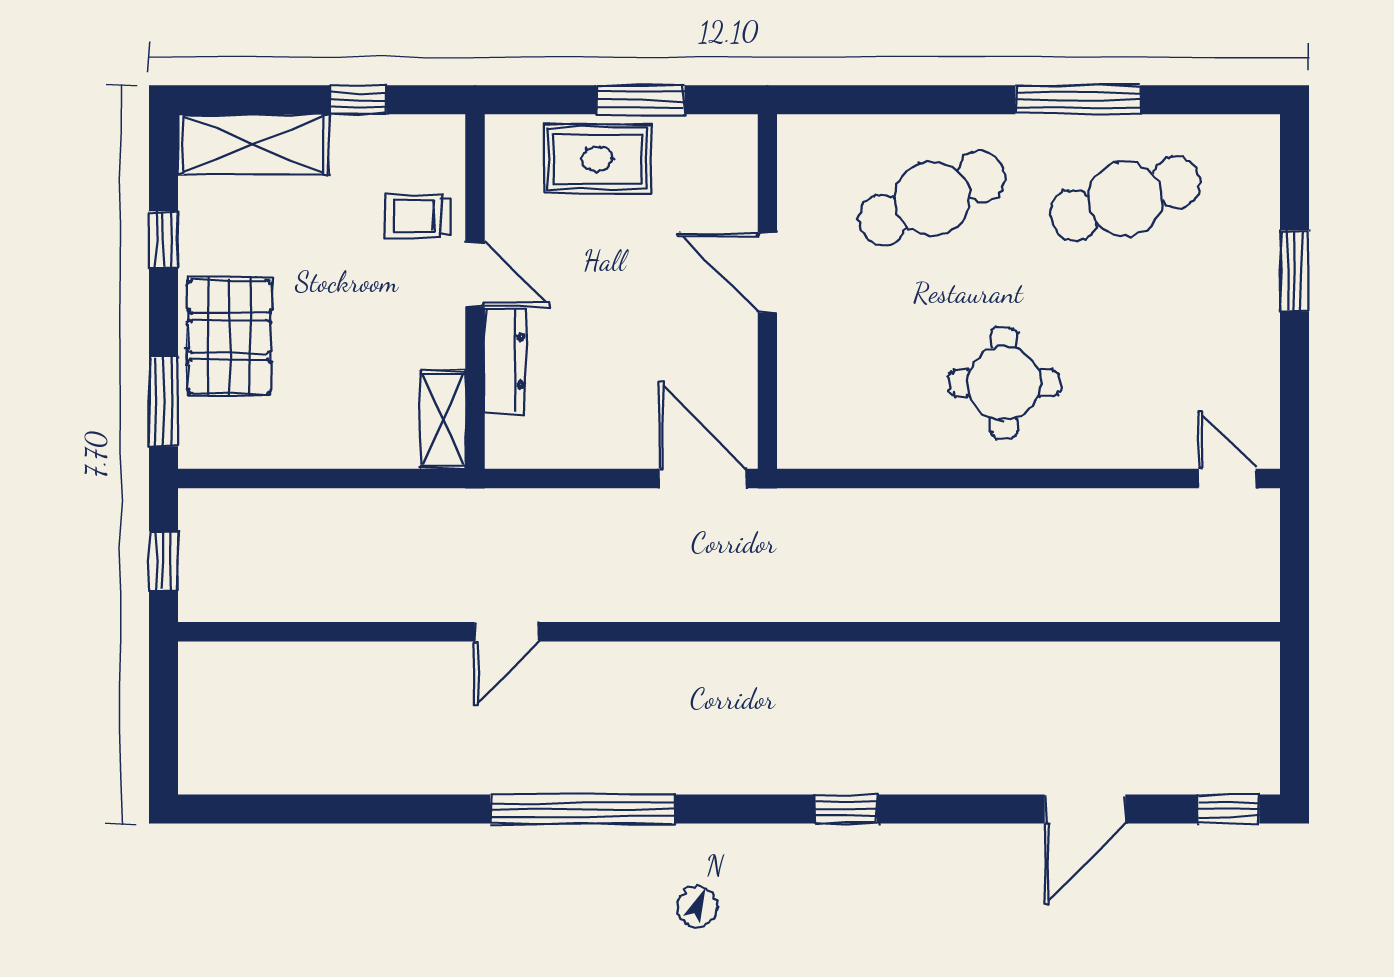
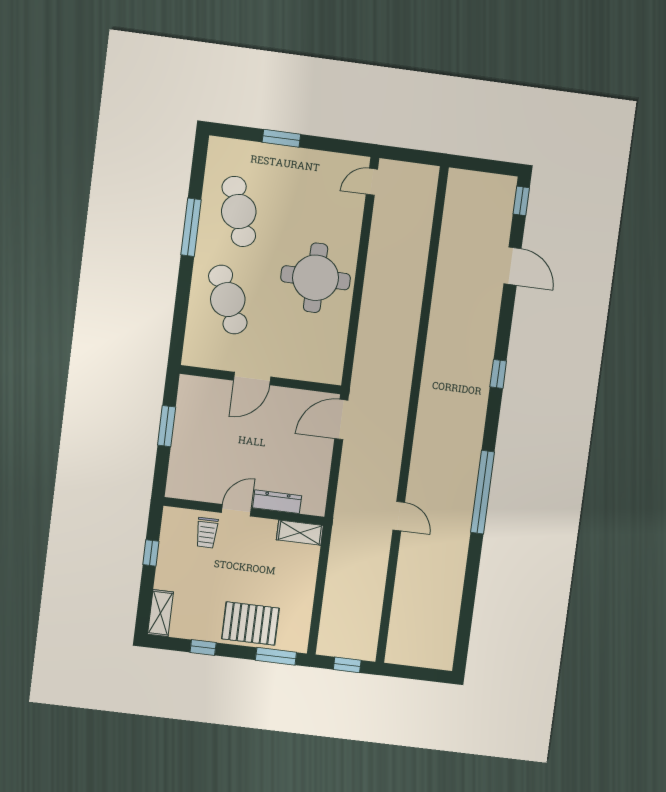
shelving: (253, 144) -> (160, 613), width x0.67, depth x0.75
rug: (597, 159) -> (191, 449), removed
round table: (1004, 383) -> (316, 278), width x1.36, depth x1.36

